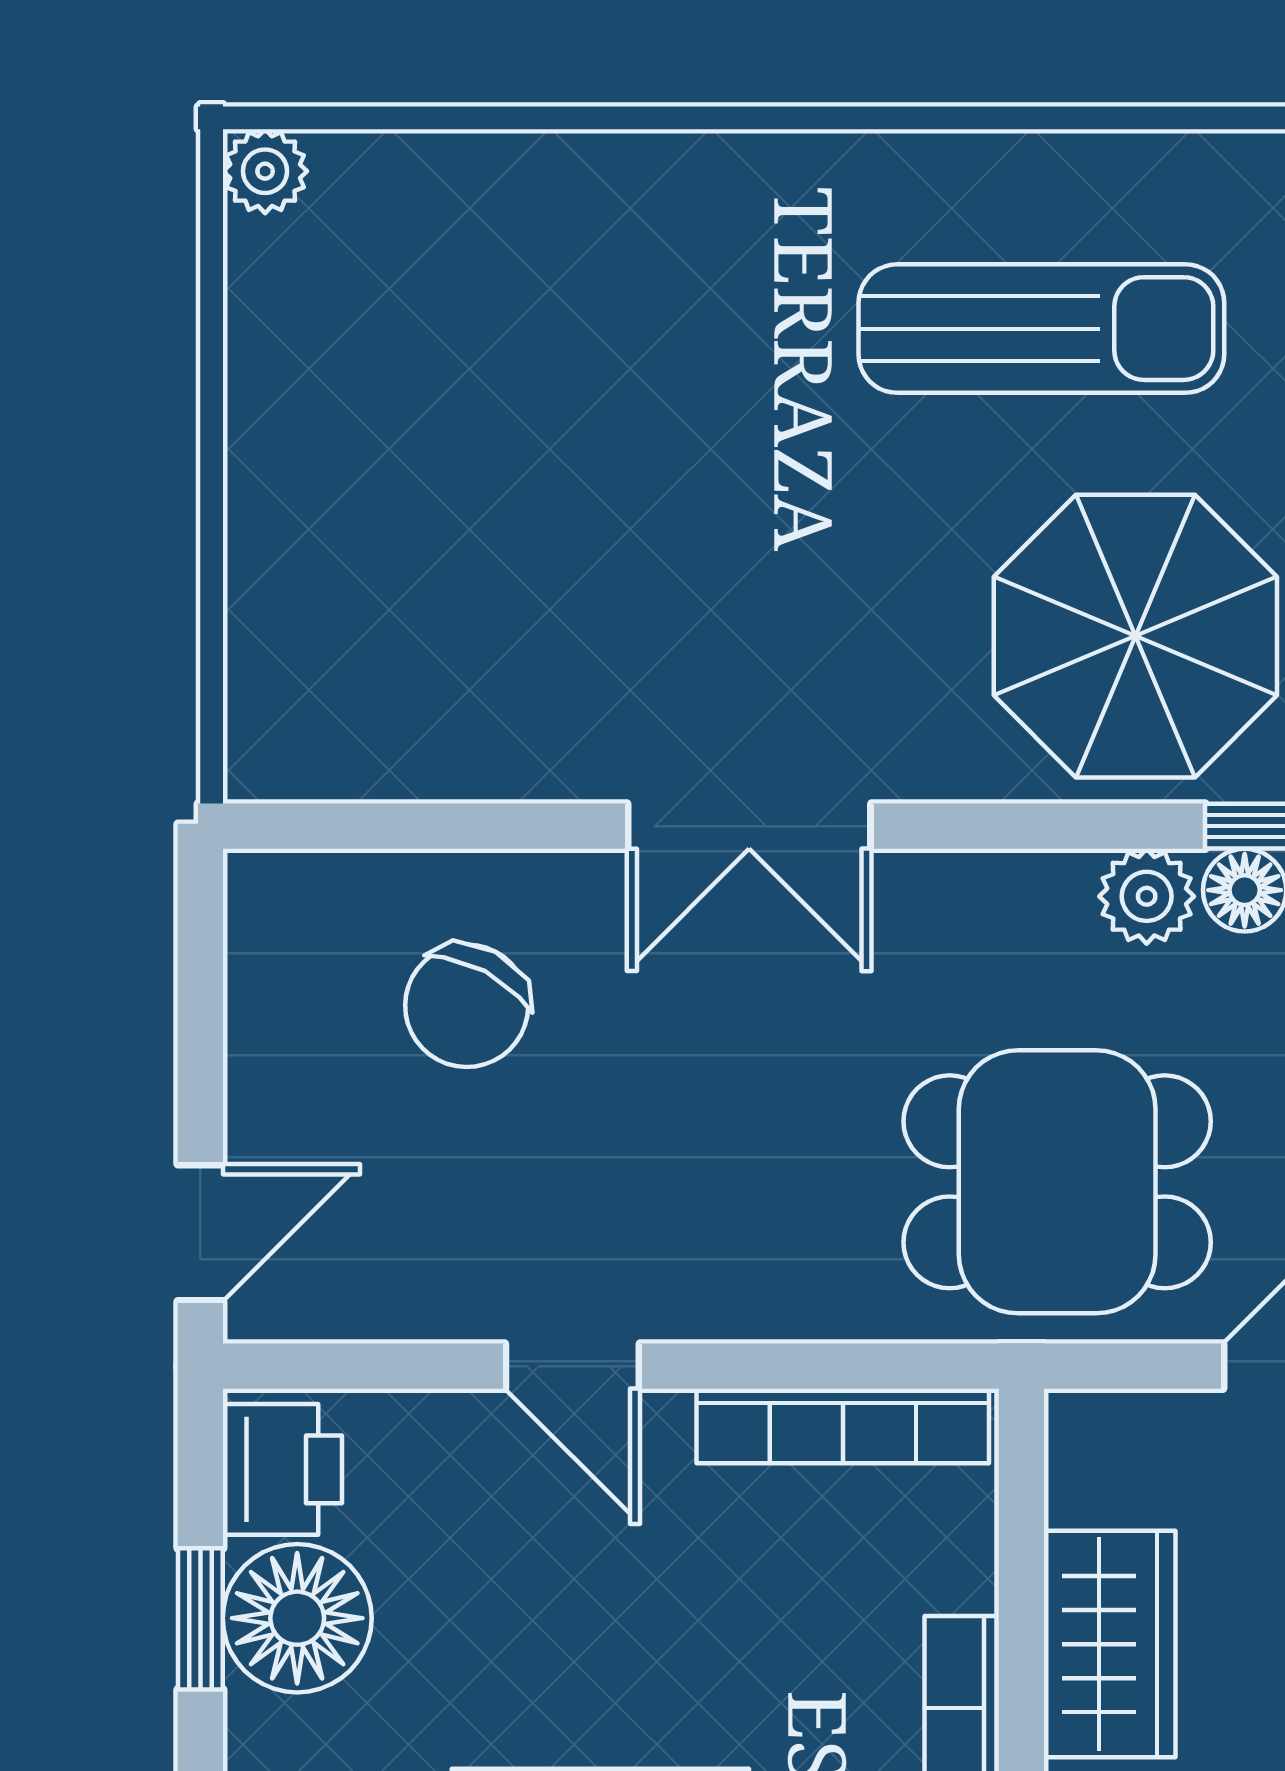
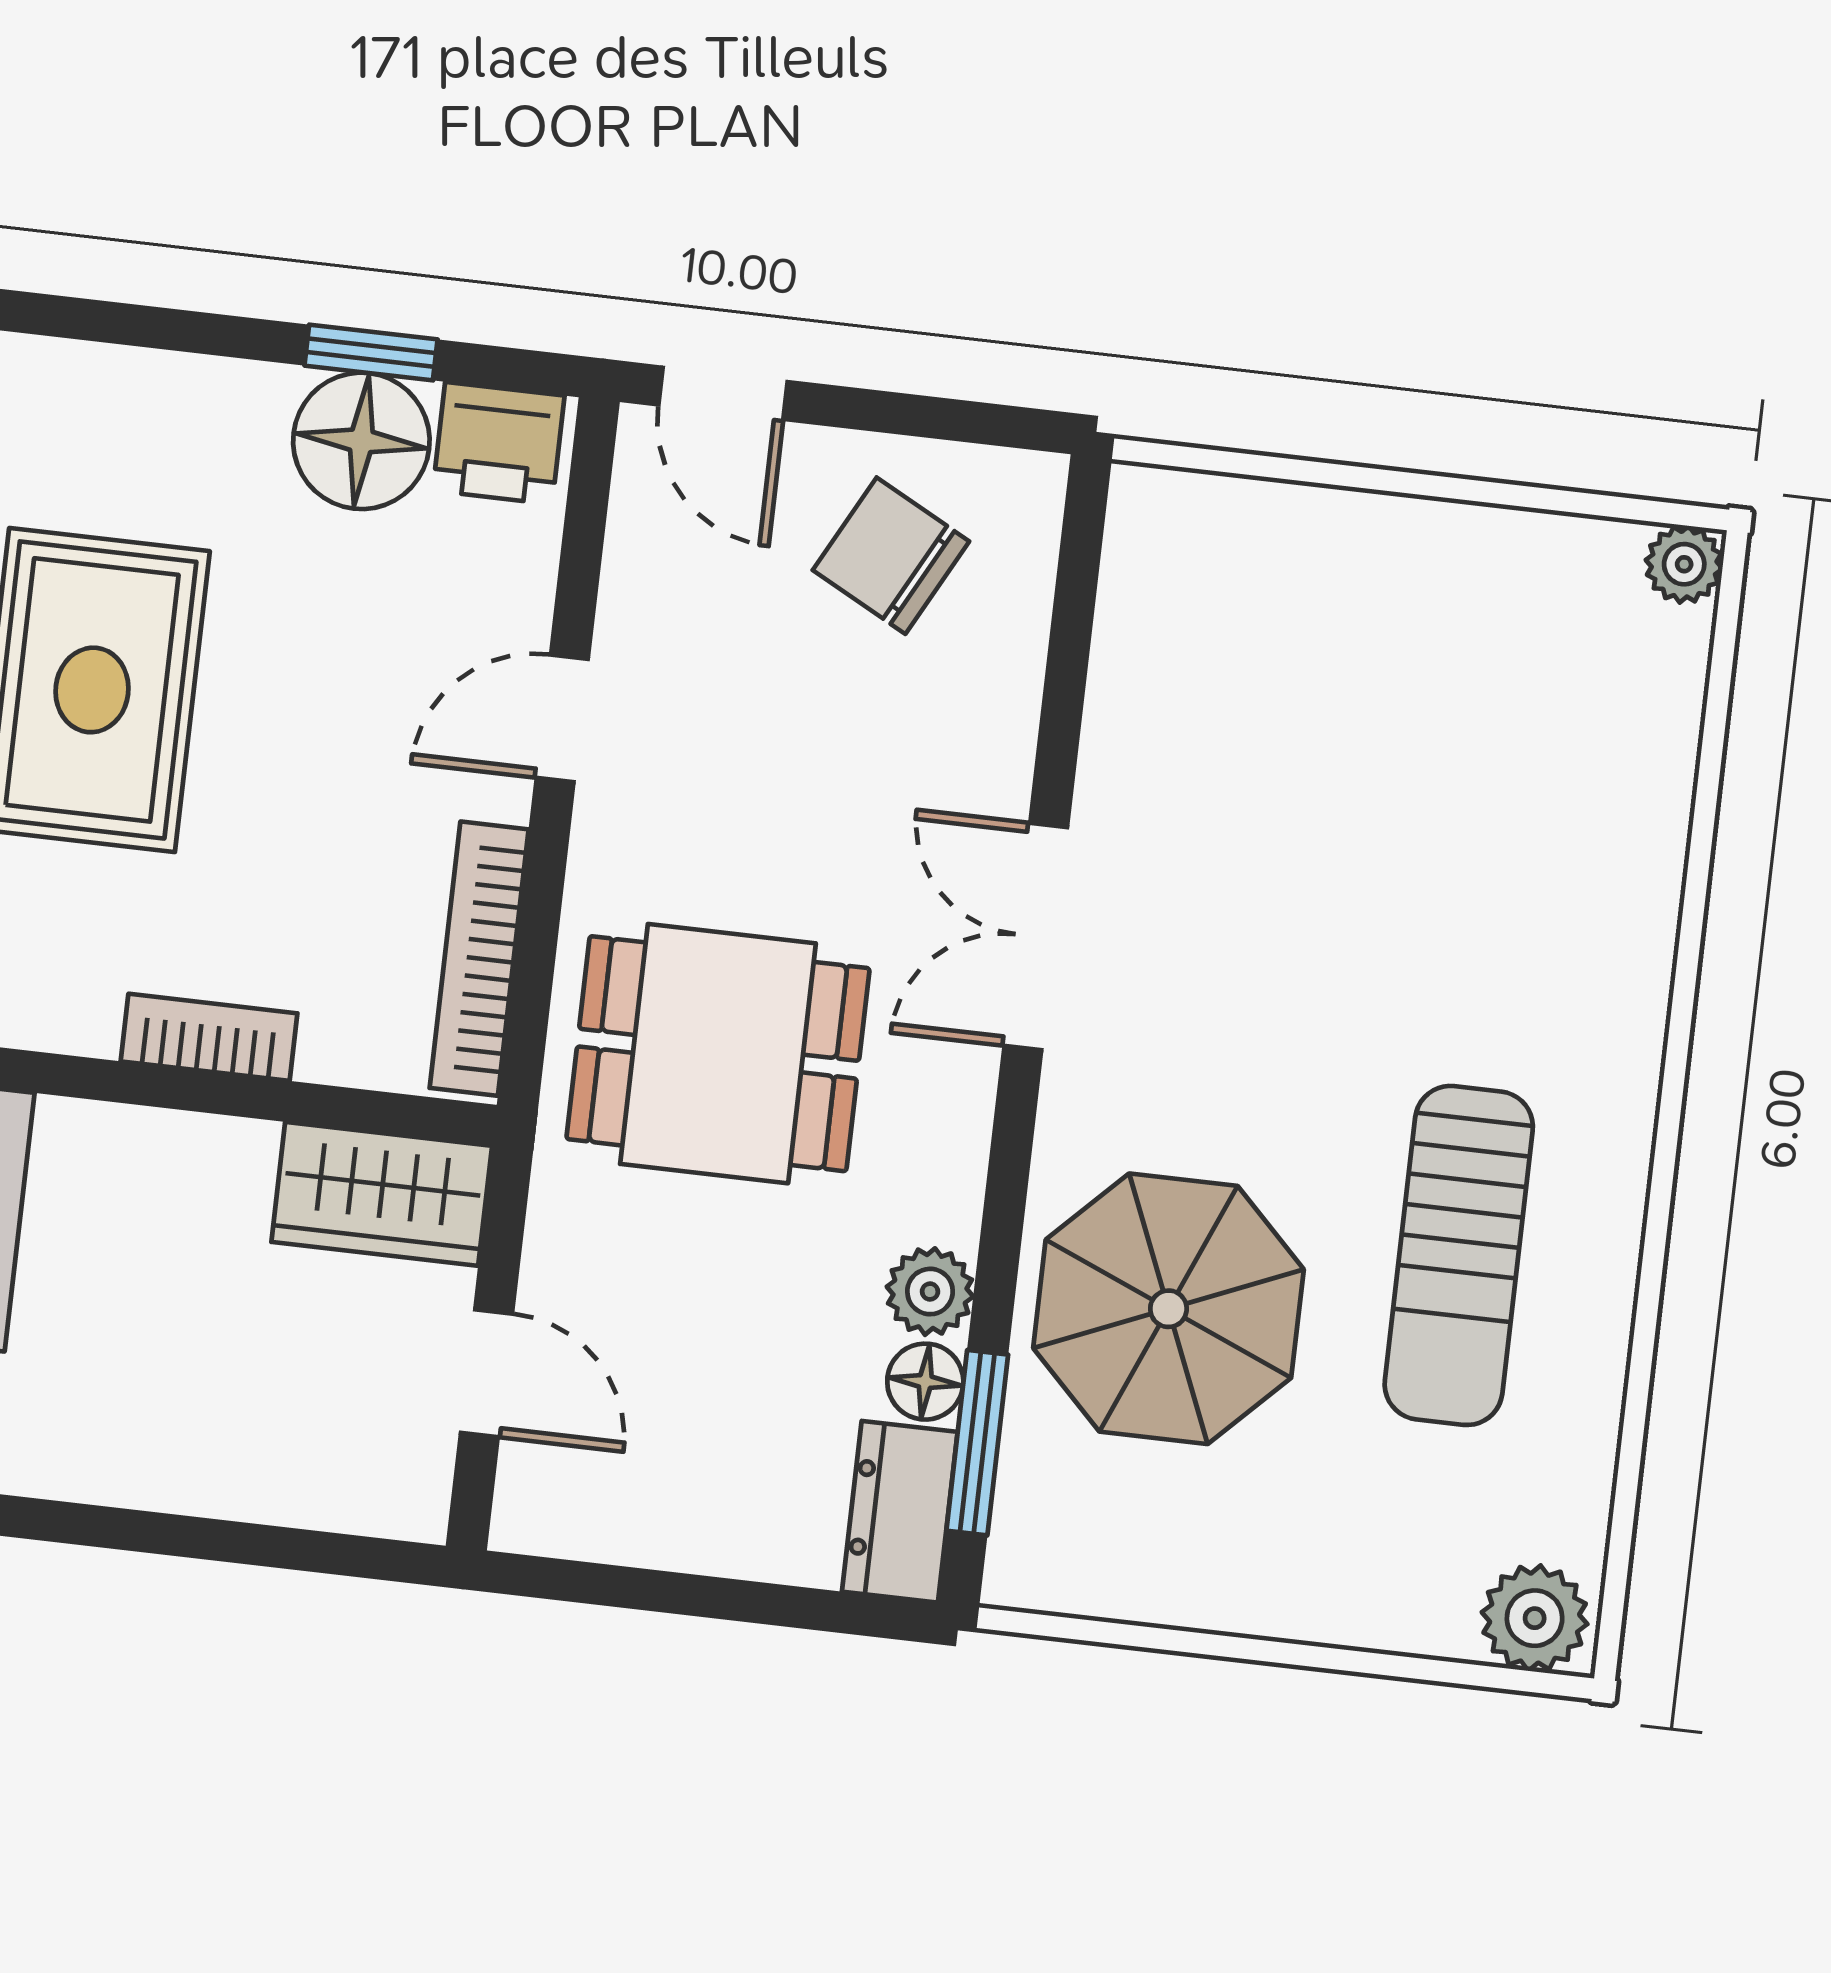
chair: (467, 1006) -> (891, 556), moved
dining table: (1057, 1182) -> (718, 1054), moved, turned 90
wardrobe: (1110, 1644) -> (382, 1194), moved

